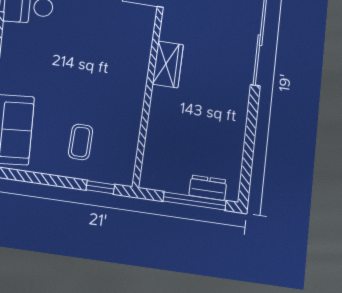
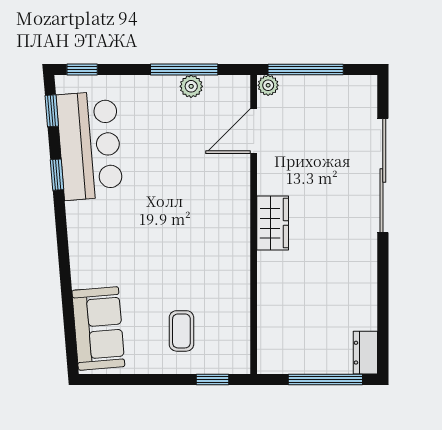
dresser: (208, 188) -> (365, 353), moved, turned -90

